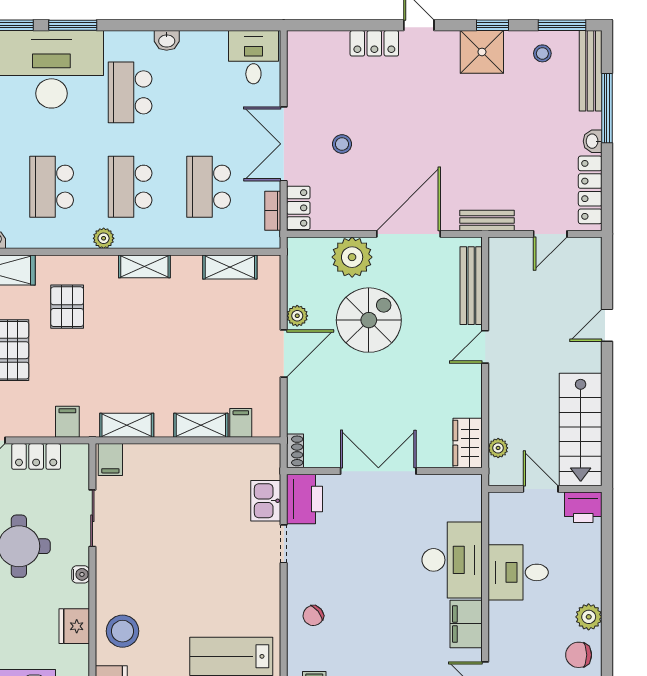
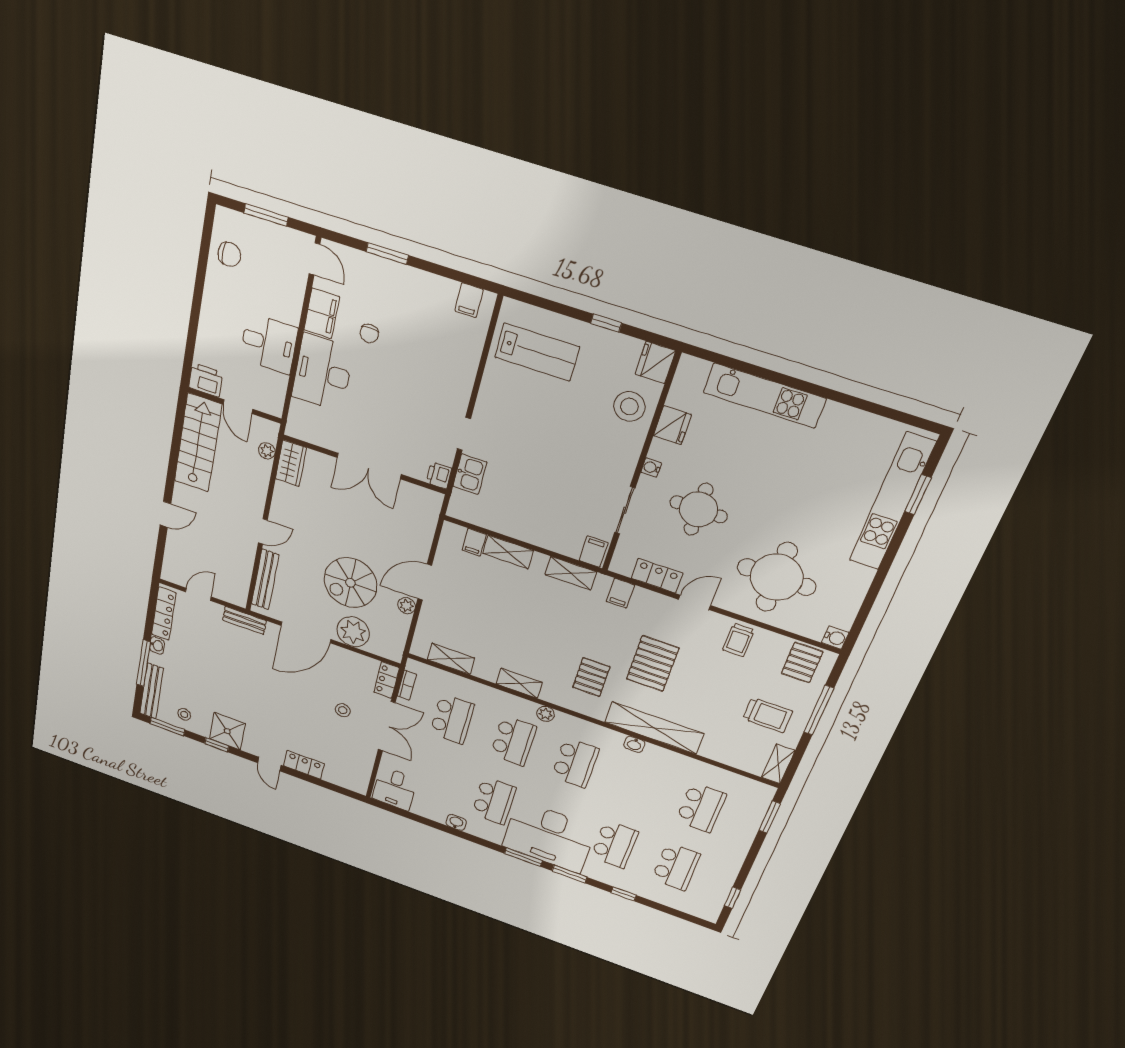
shoe rack: (295, 451) -> (435, 505), removed
printer: (305, 499) -> (439, 475), width x0.53, depth x0.68
chair: (313, 616) -> (369, 333), moved, turned 129
plant: (589, 617) -> (215, 285), removed

